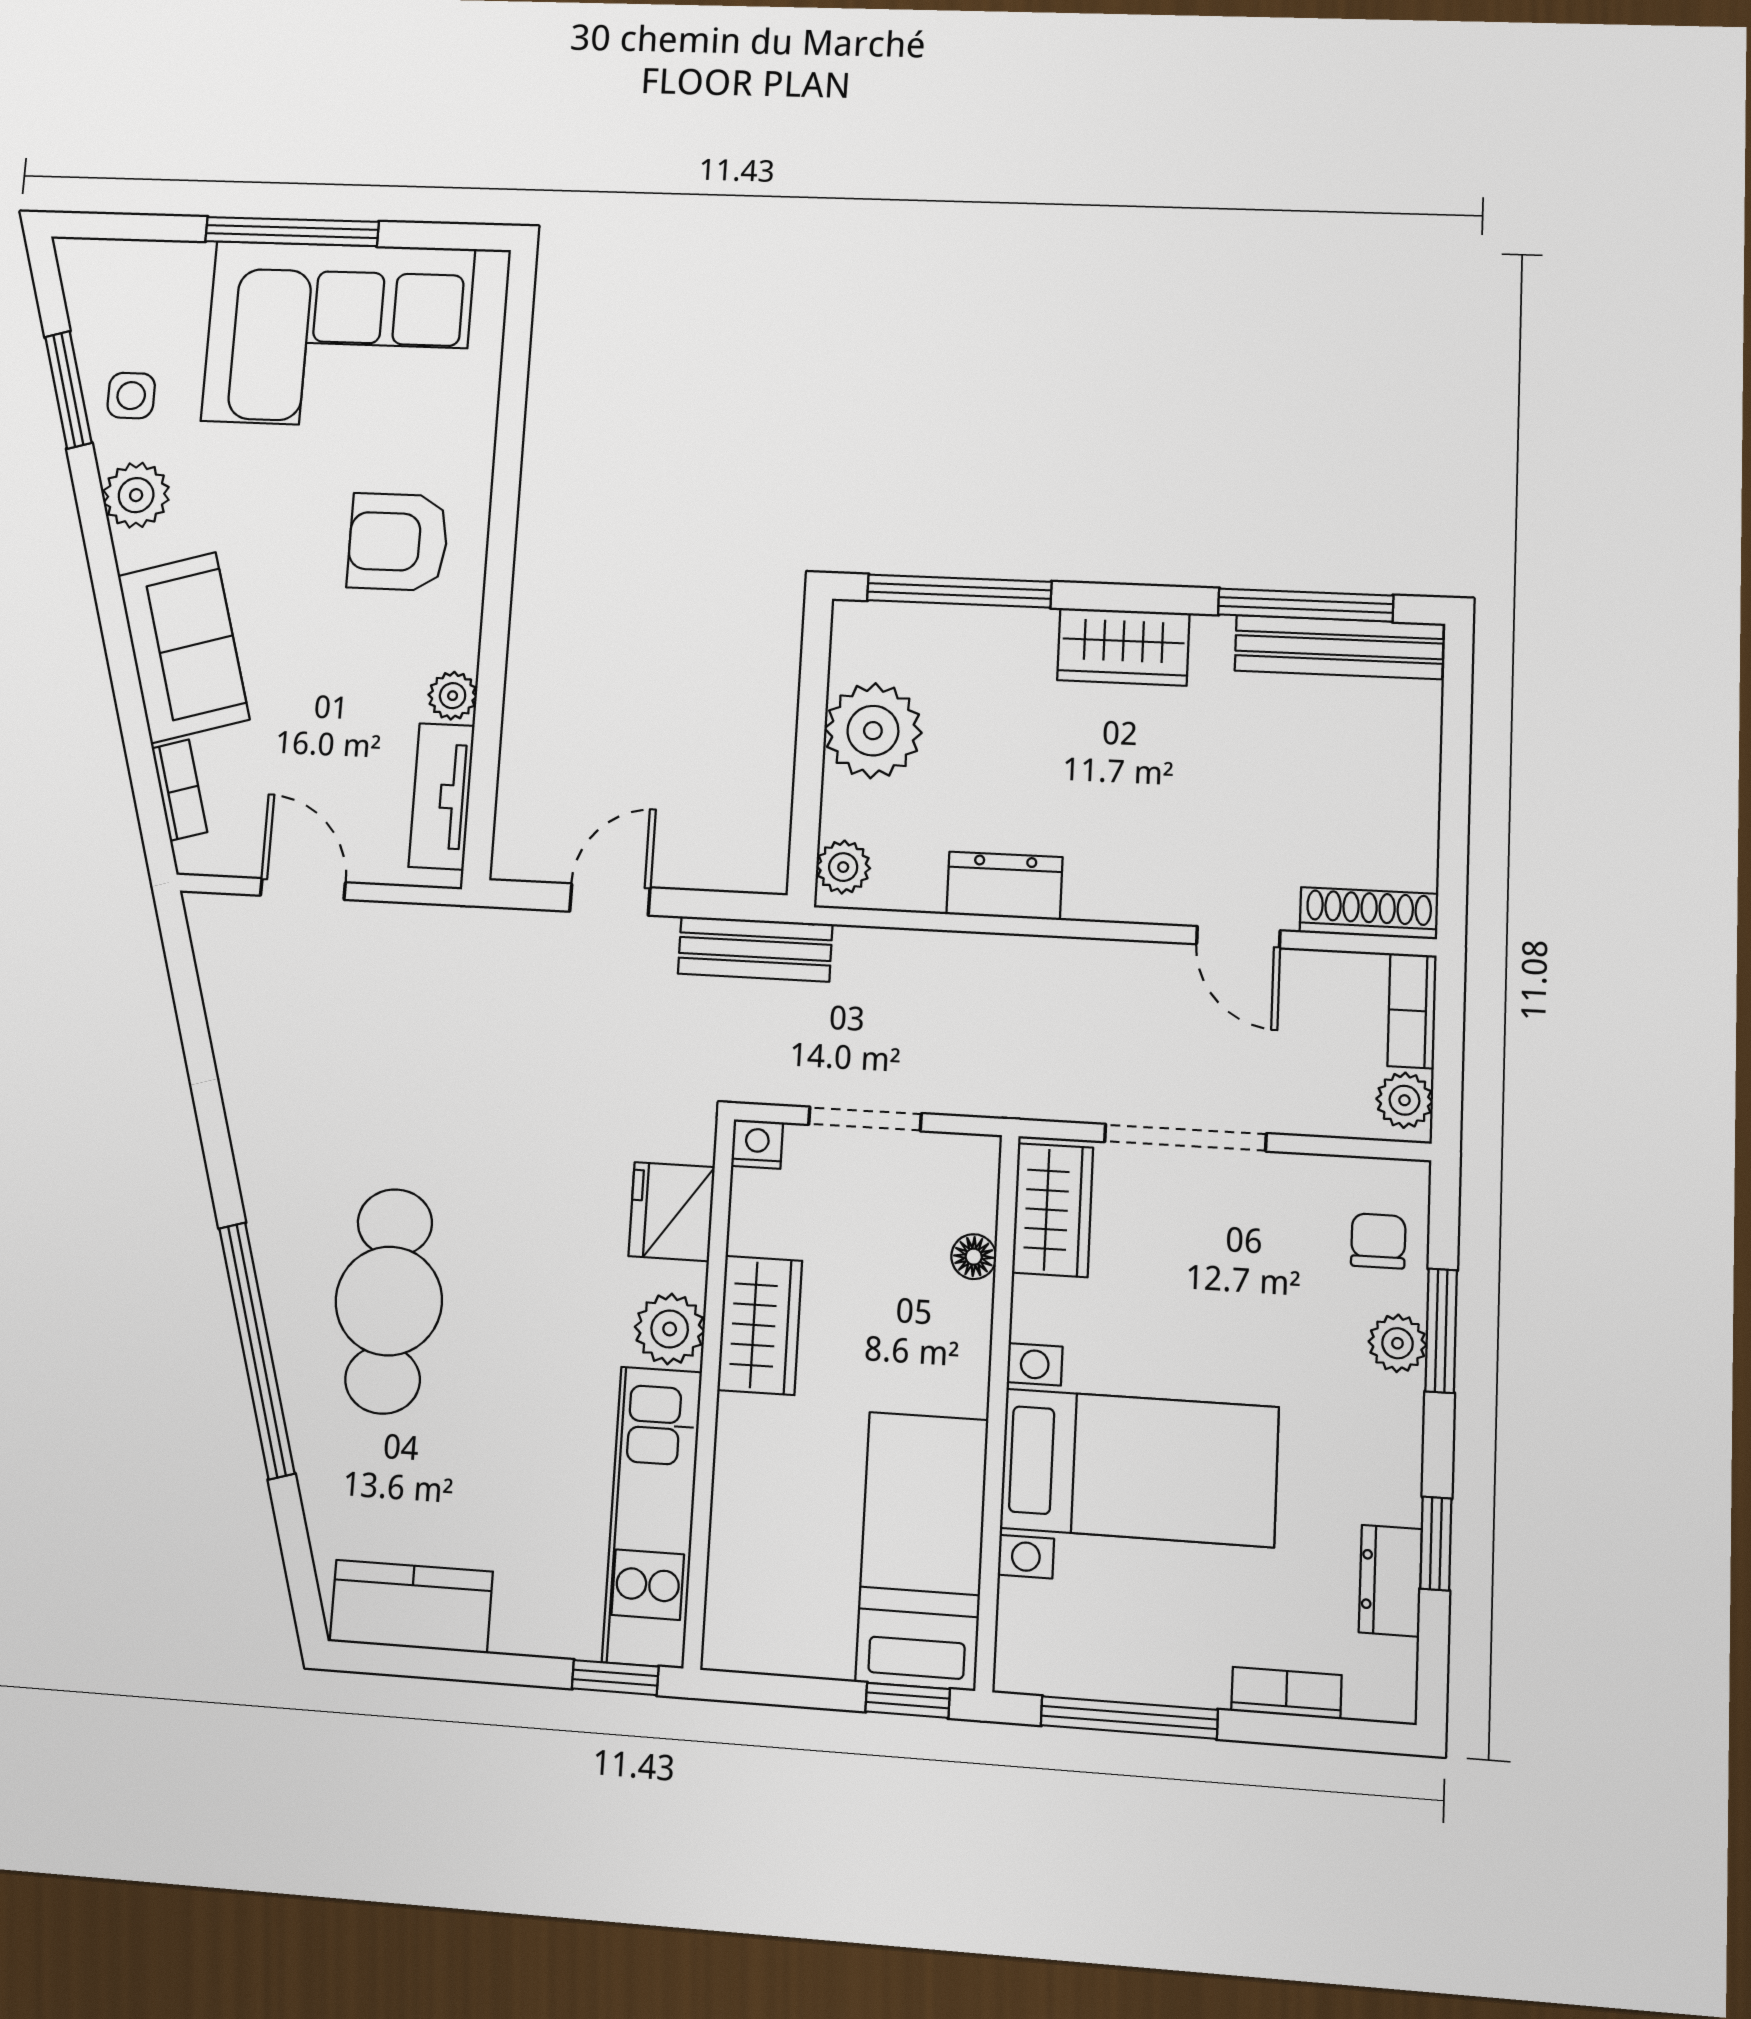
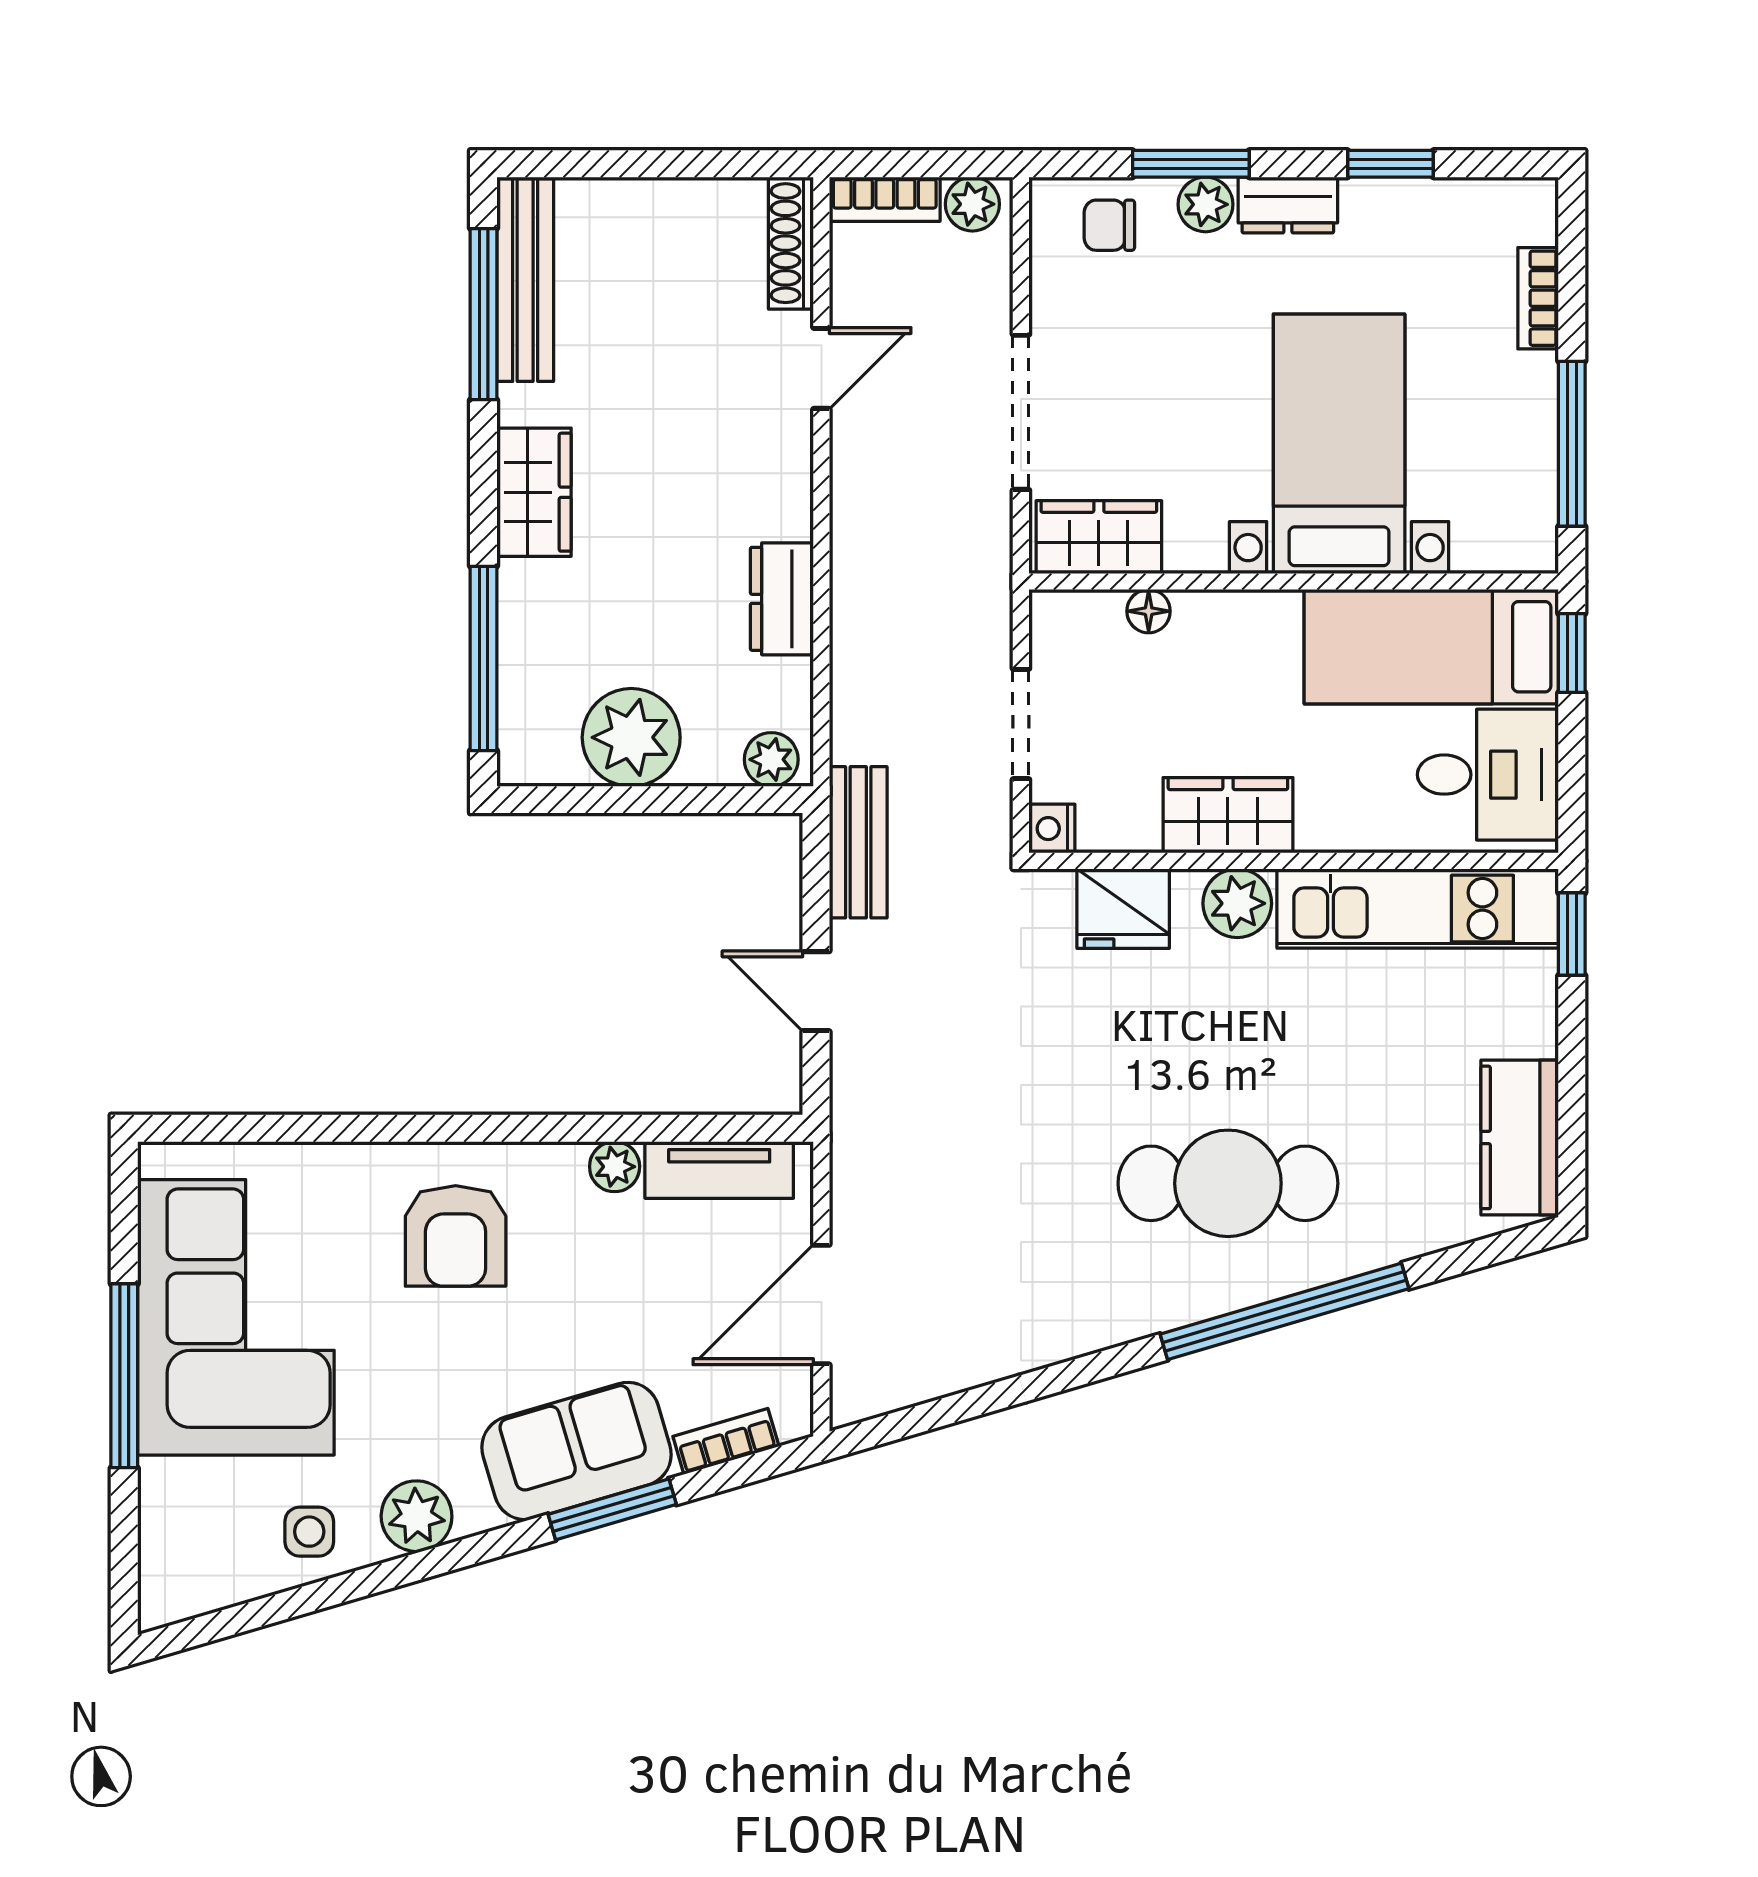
window: (68, 390) -> (612, 1509), moved
door: (303, 889) -> (821, 1305), width x1.38
dresser: (1390, 1581) -> (1288, 205), moved
desk: (786, 1601) -> (1488, 775), added

